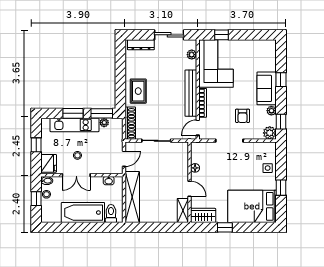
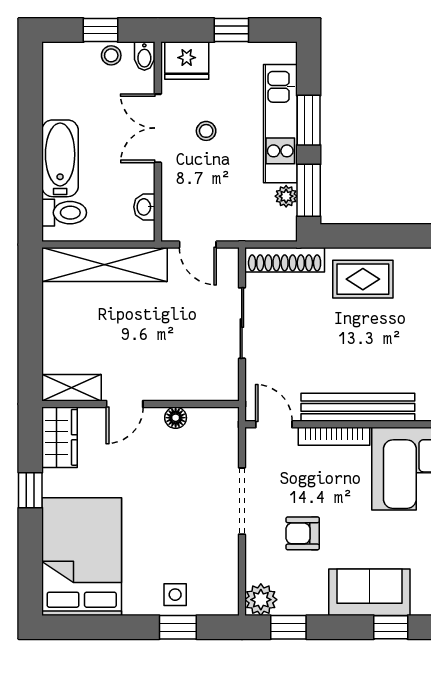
plant: (271, 111) -> (315, 604), removed
window: (281, 188) -> (178, 627), moved
bathtub: (83, 213) -> (60, 158), width x0.73, depth x0.73

